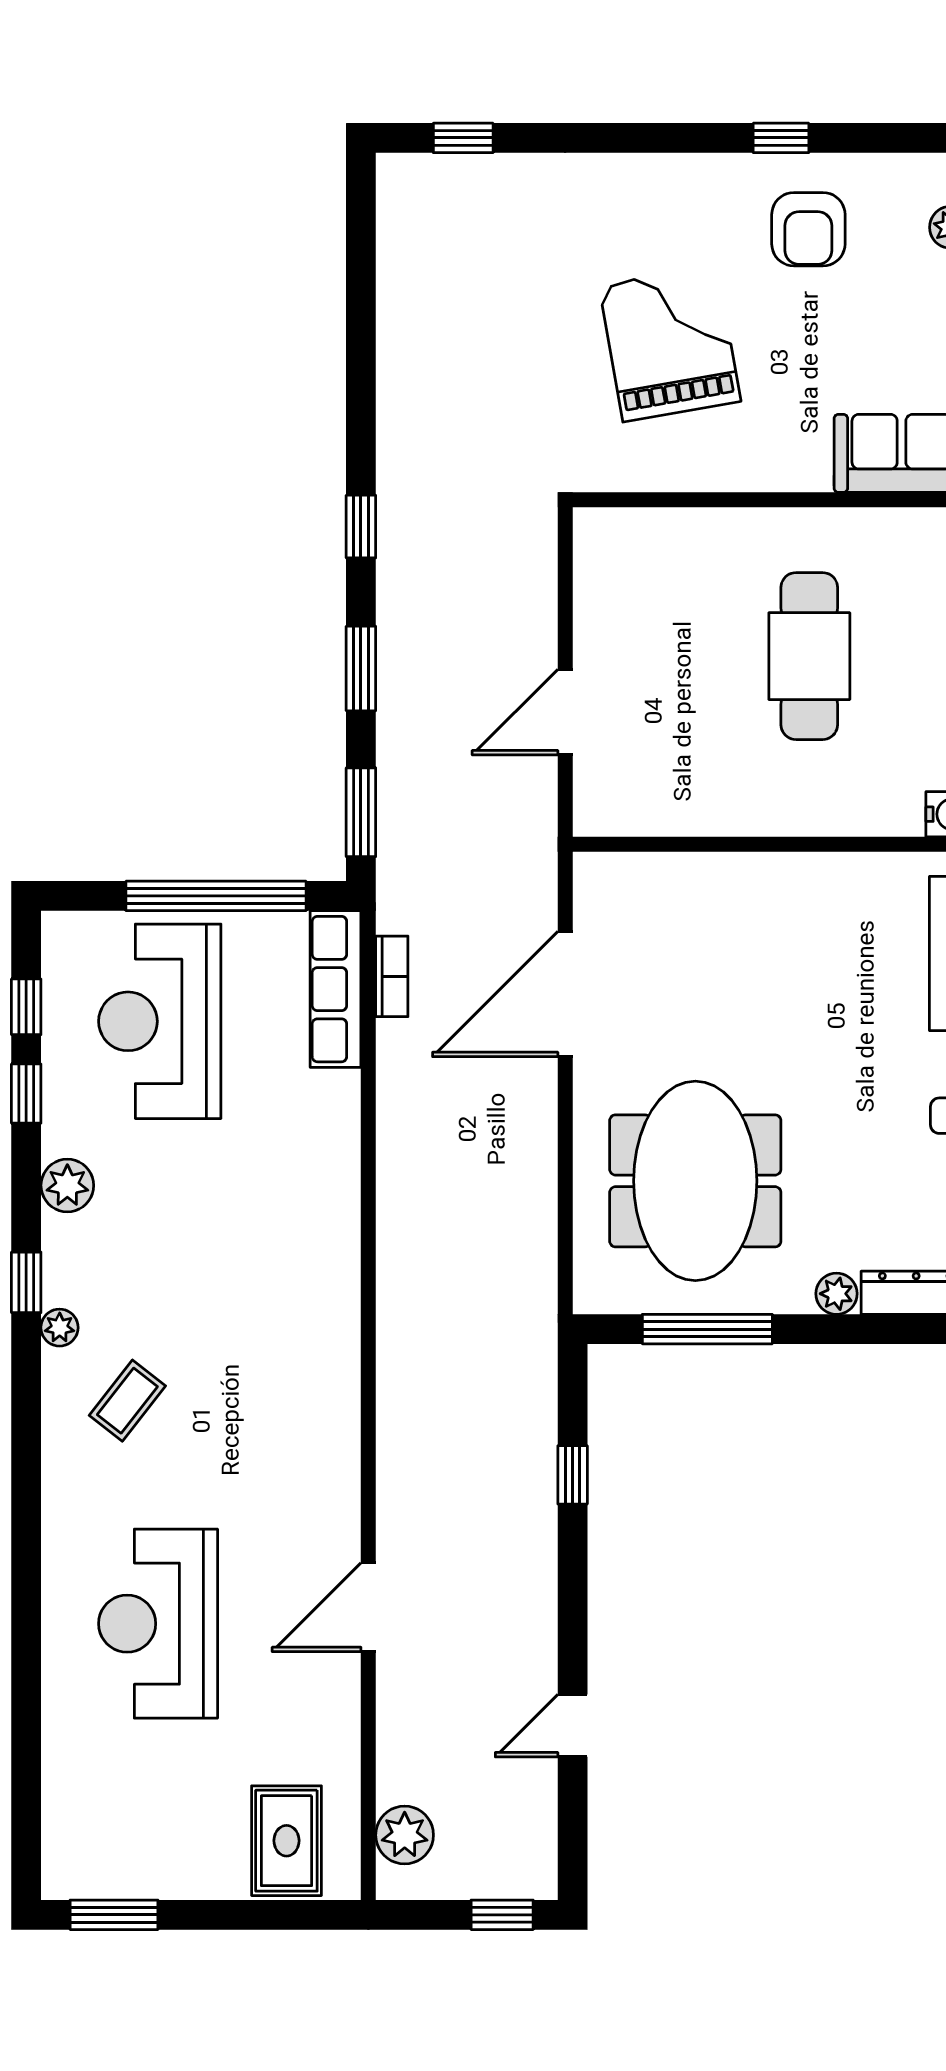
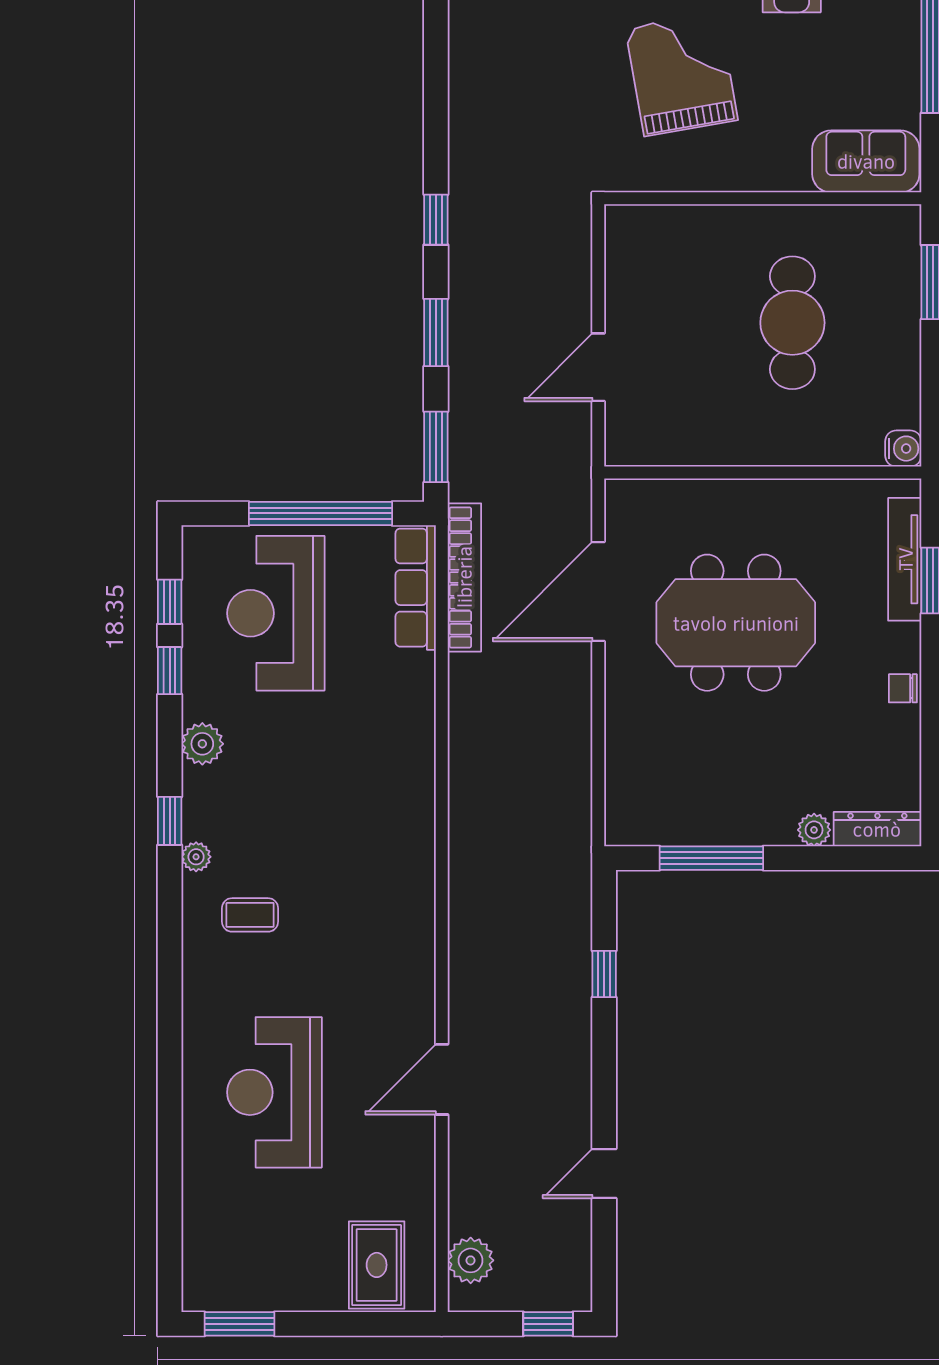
bookcase: (392, 976) -> (464, 577), width x2.31, depth x1.31
meeting table: (695, 1181) -> (736, 623), moved, turned 90
coffee table: (127, 1401) -> (250, 915), turned 52

